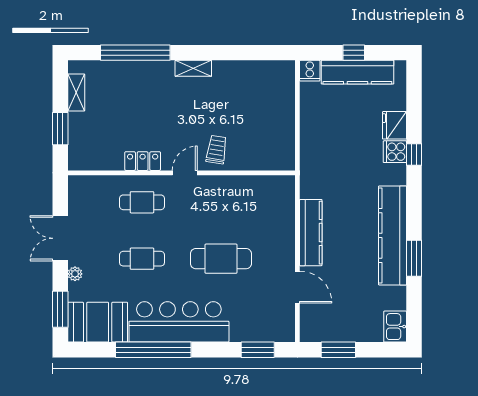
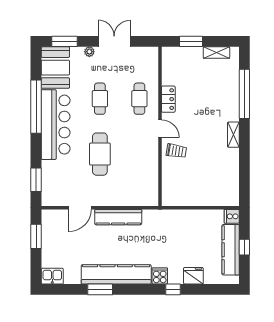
cooker: (395, 152) -> (160, 276), moved

